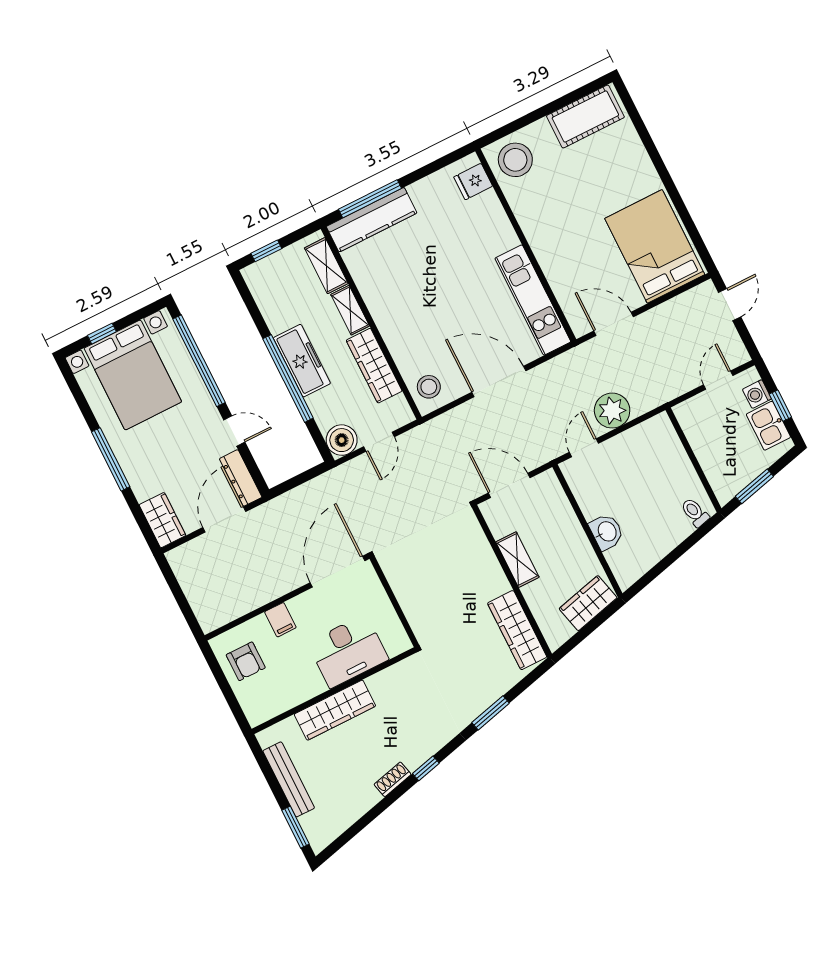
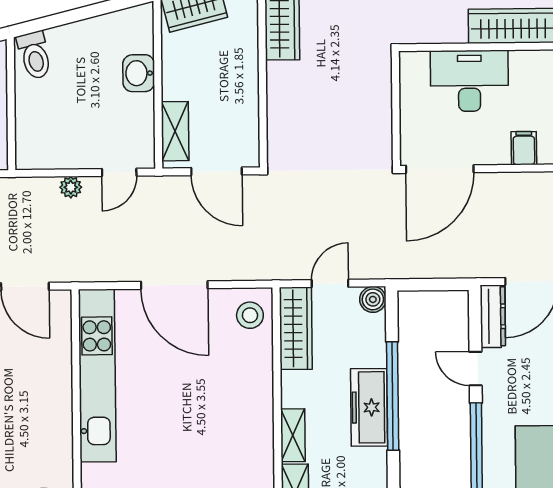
kitchen unit: (533, 300) -> (97, 376), width x1.36
wardrobe: (374, 366) -> (296, 328), moved
plant: (612, 411) -> (71, 187), width x0.53, depth x0.53
boiler: (342, 440) -> (373, 299), width x0.73, depth x0.73
toilet: (695, 512) -> (35, 55), width x1.37, depth x1.39
shelving: (517, 560) -> (175, 131), moved

